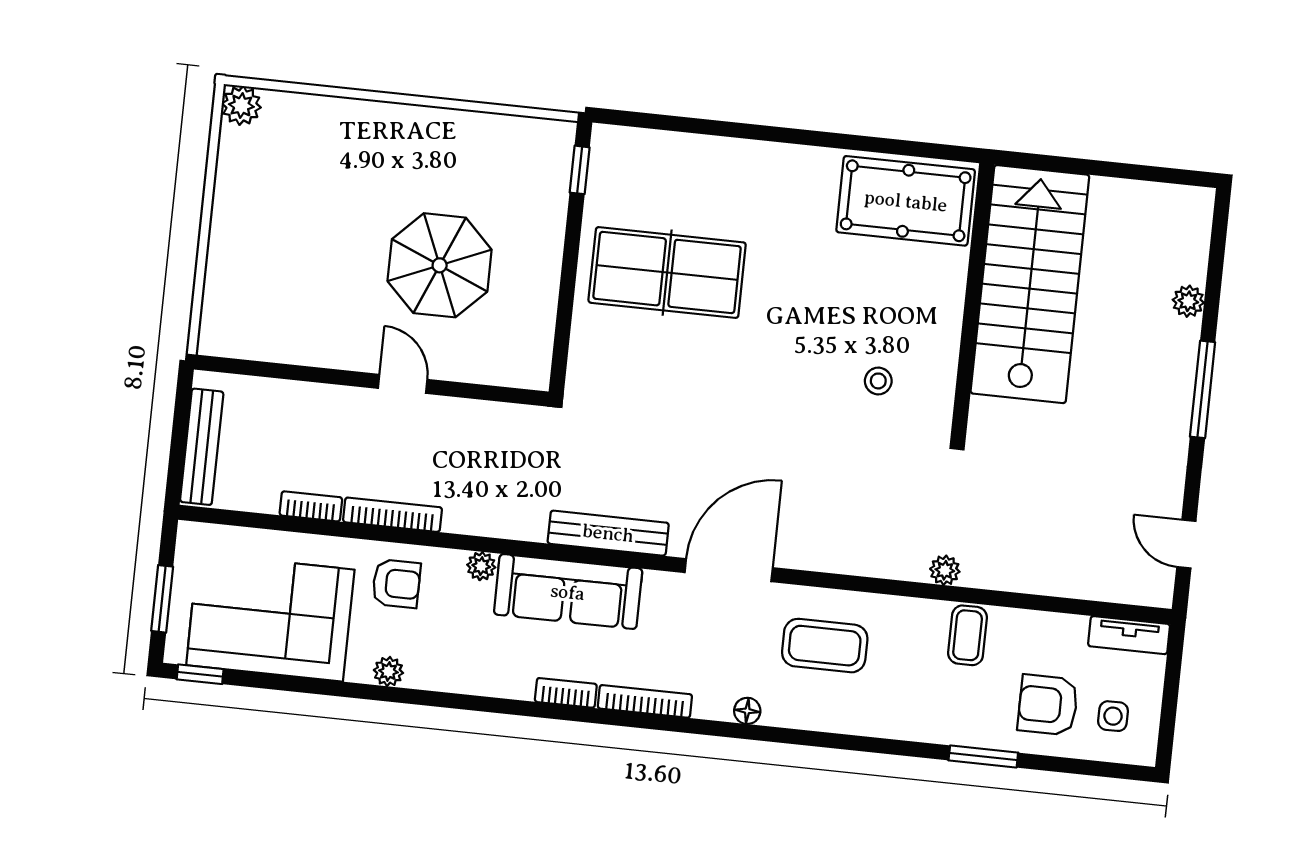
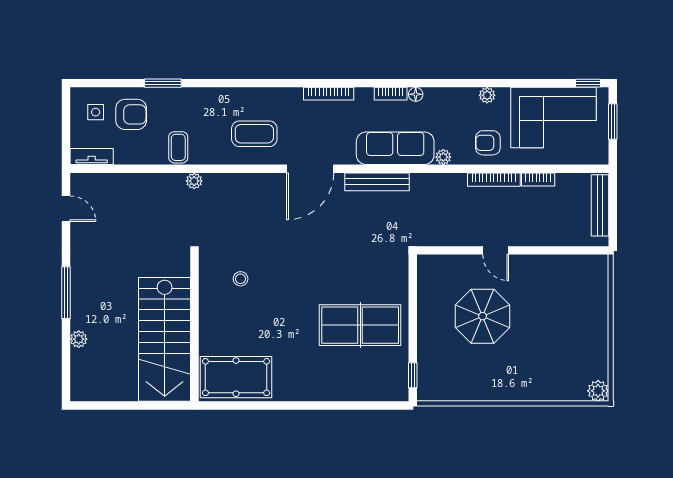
bookcase: (645, 701) -> (329, 94), moved
floor lamp: (747, 711) -> (416, 94), moved

